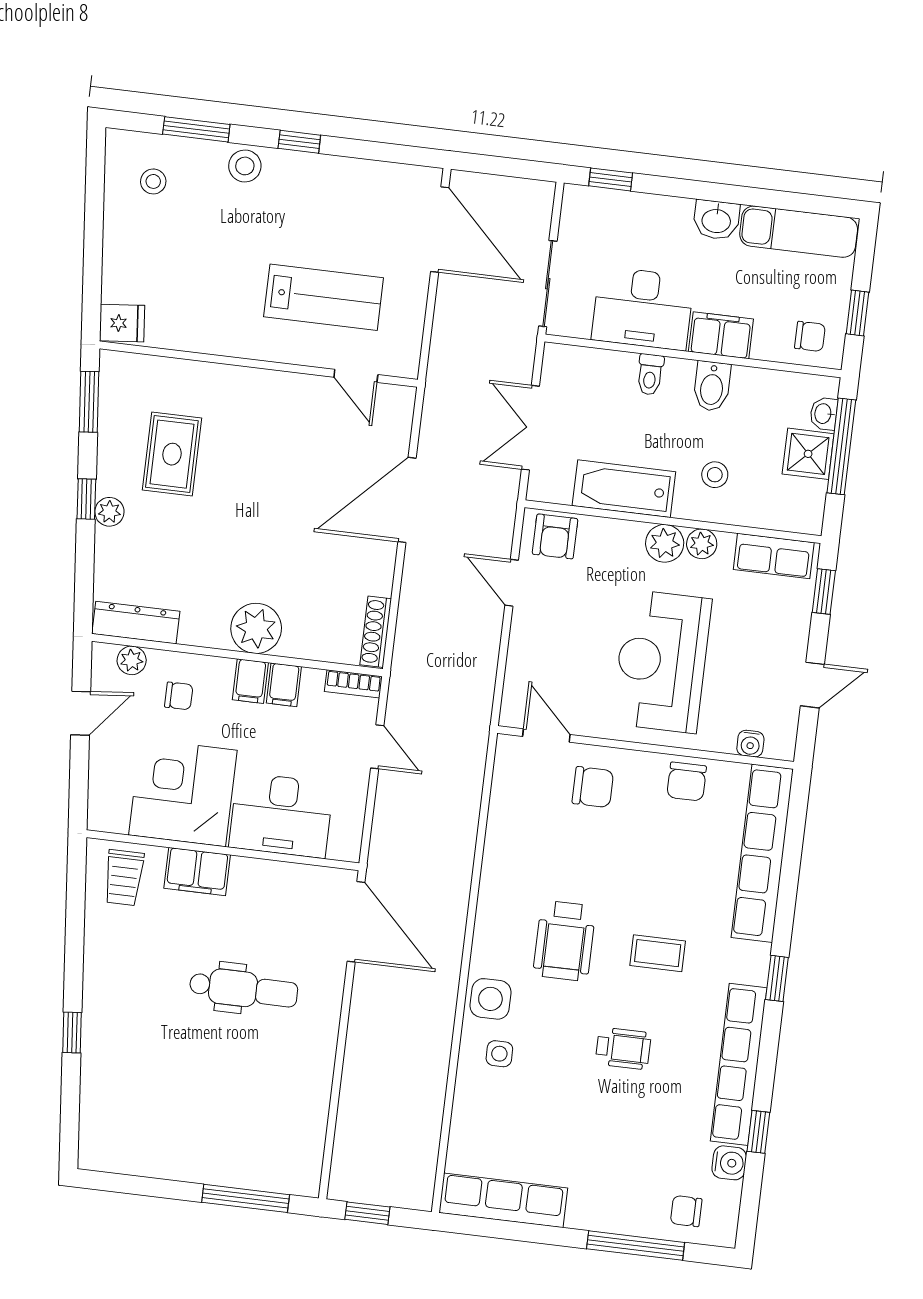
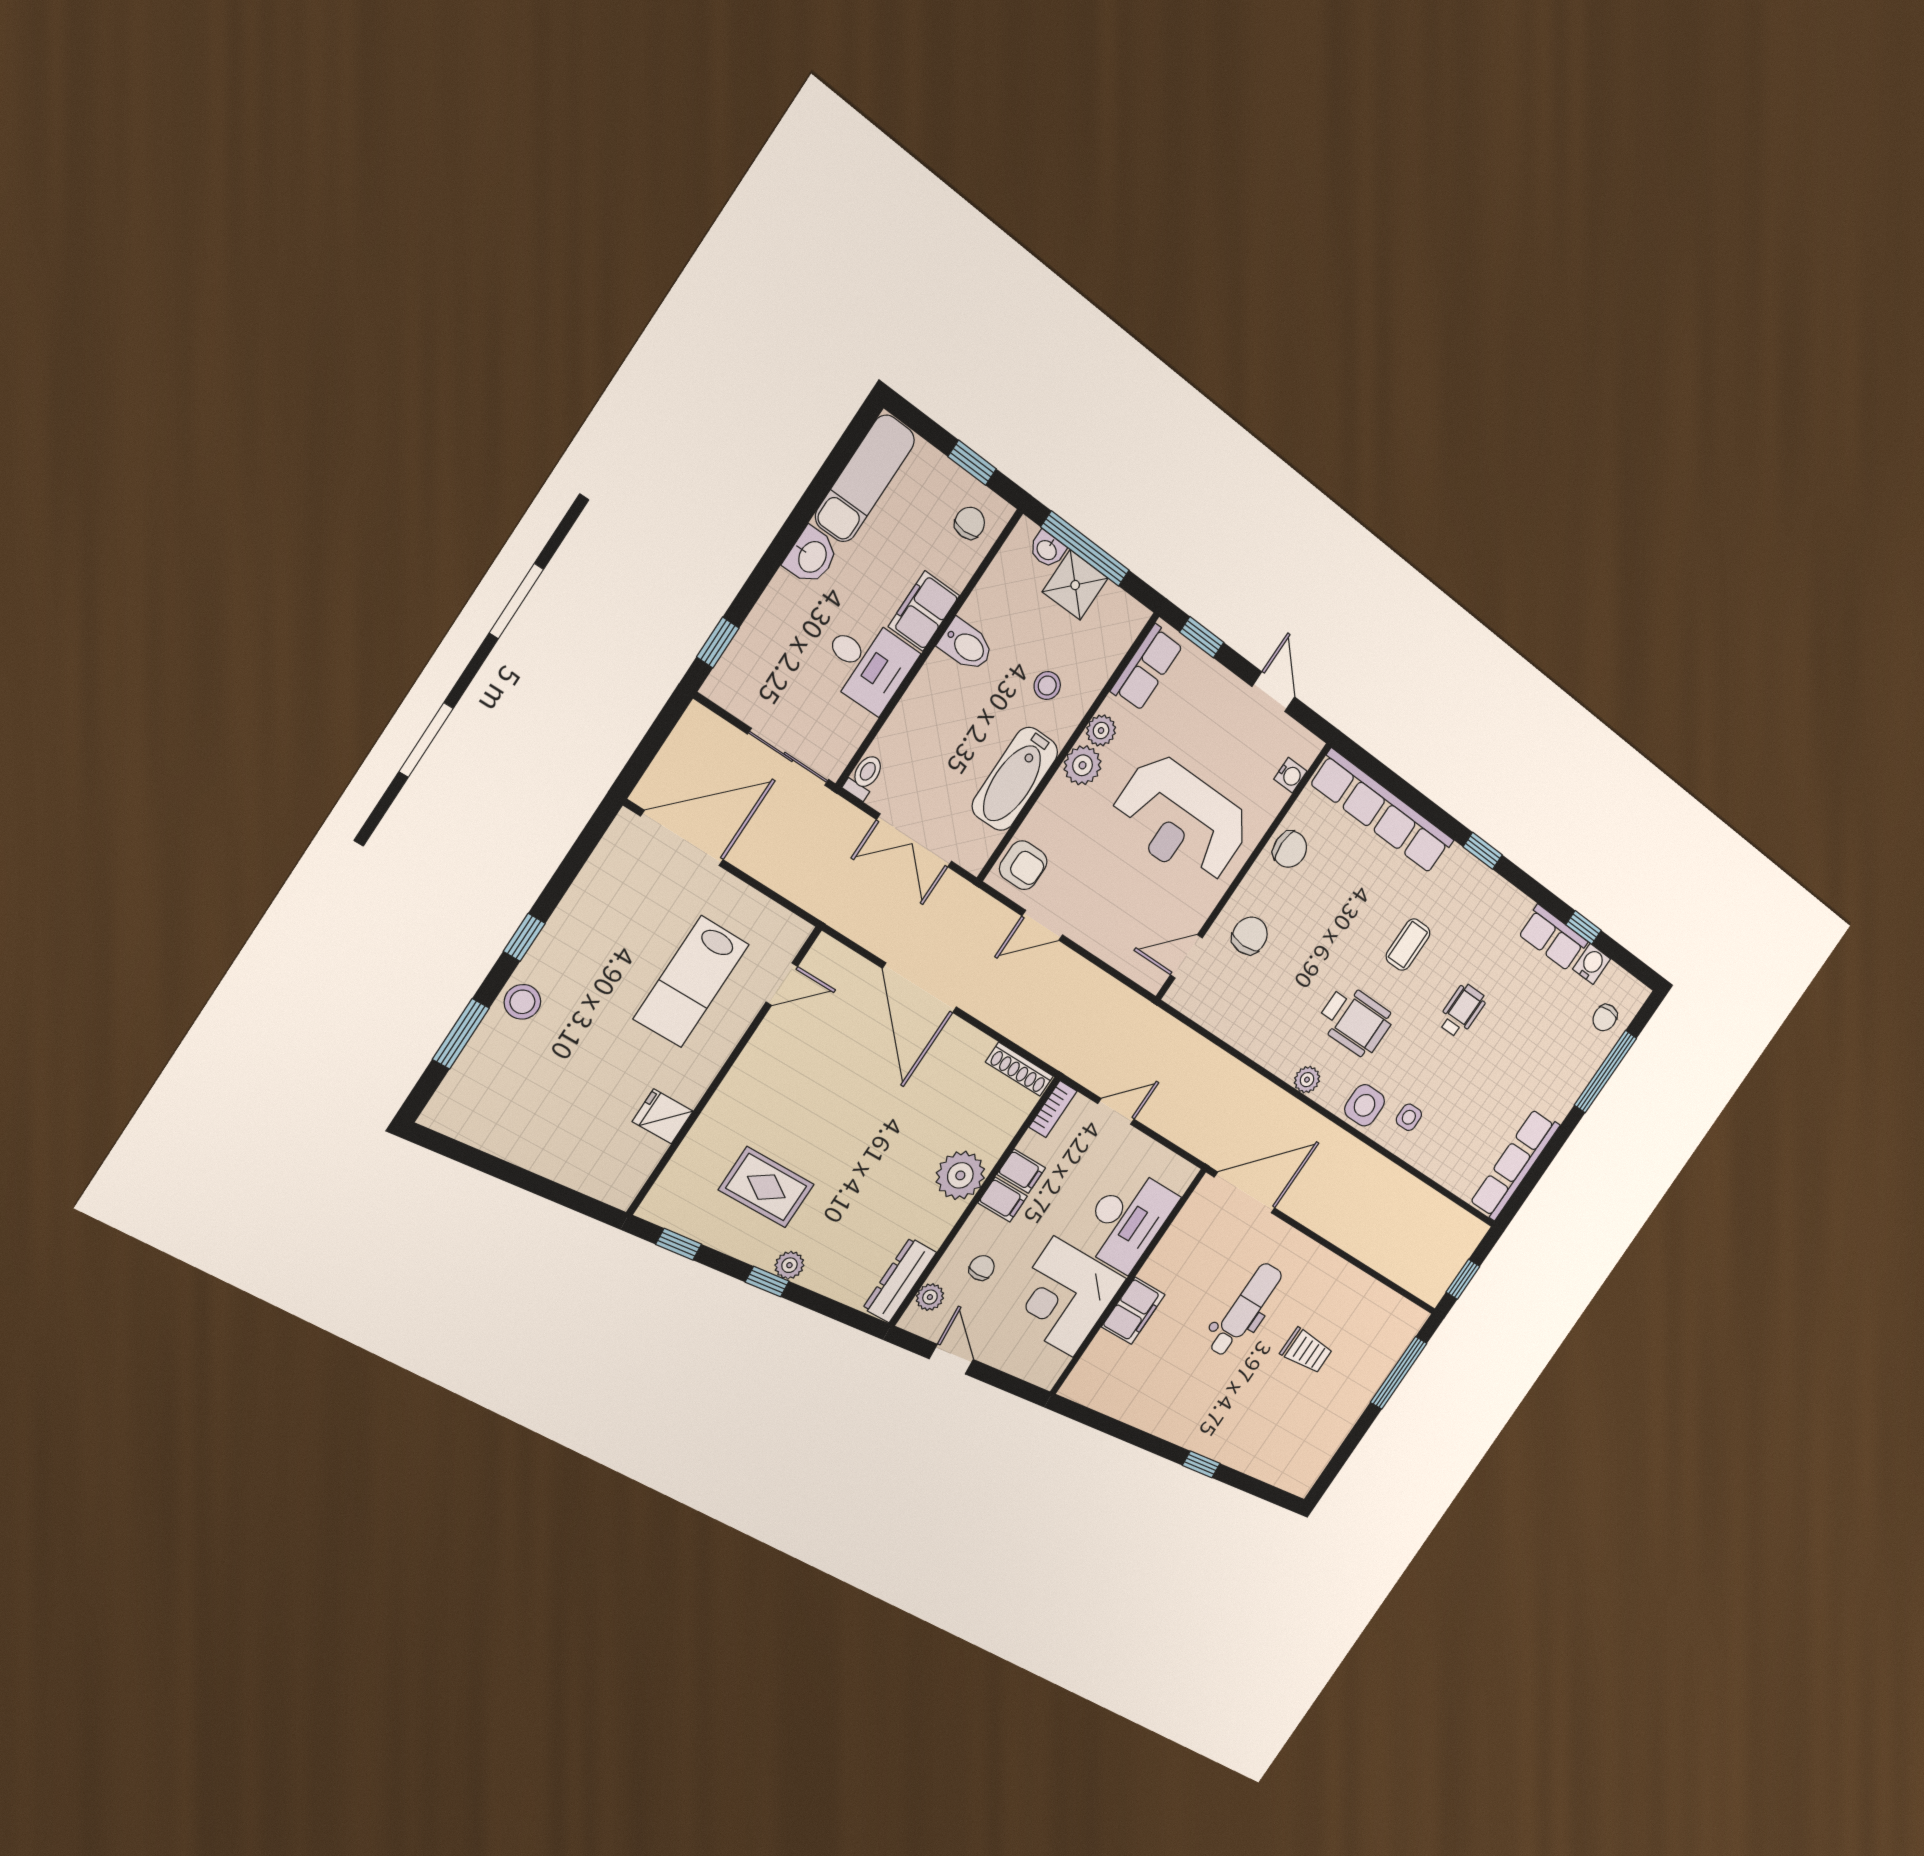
stool: (153, 181) -> (494, 1098), removed
lab bench: (324, 297) -> (691, 982), turned 180
desk: (643, 308) -> (867, 663), width x0.73
fridge: (122, 323) -> (663, 1116), moved, turned -85
toilet: (650, 375) -> (864, 776), moved, turned -90
window: (89, 402) -> (679, 1244), width x0.67
trolley: (124, 878) -> (1306, 1351), moved
plant: (489, 924) -> (1307, 1080), added
row of seats: (739, 1064) -> (1553, 938), width x0.50

